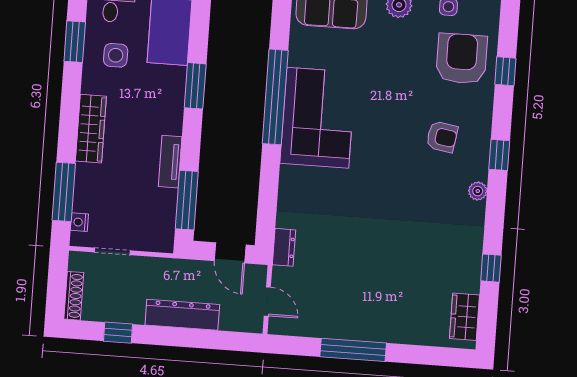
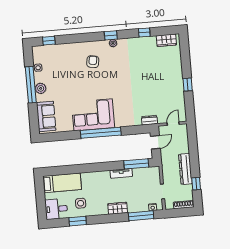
armchair: (462, 59) -> (59, 59), removed
window: (505, 71) -> (49, 41), moved
window: (195, 86) -> (88, 168), removed
window: (275, 97) -> (101, 133), moved
wardrobe: (91, 129) -> (118, 208), width x0.67
window: (499, 155) -> (111, 35), moved
dresser: (182, 315) -> (185, 169), moved
window: (353, 350) -> (188, 85), width x0.46

